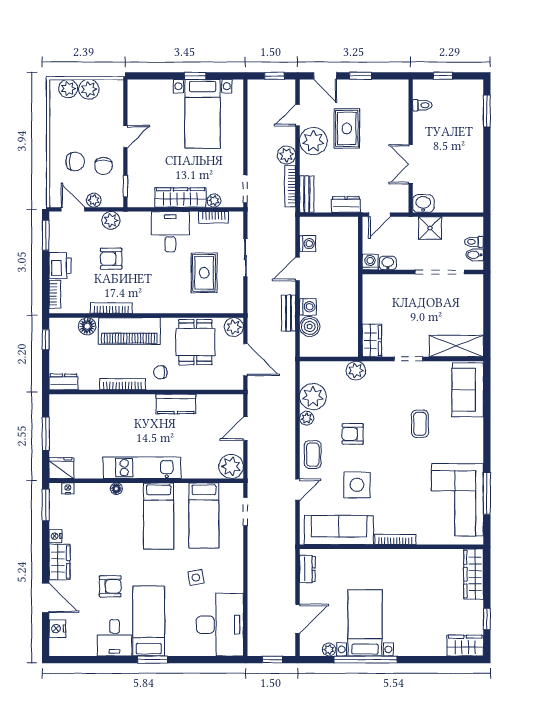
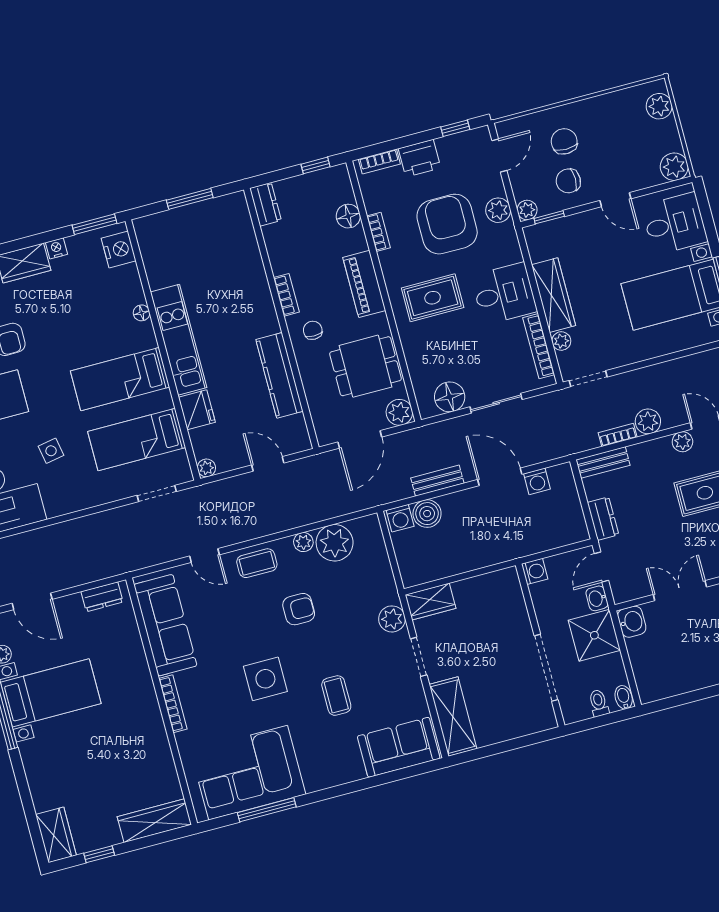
plant: (89, 89) -> (674, 167), moved
desk: (153, 100) -> (675, 224), added
plant: (313, 141) -> (682, 442), width x0.53, depth x0.53
chair: (75, 161) -> (564, 141), turned 180
bookcase: (290, 186) -> (618, 435), width x0.64
plant: (94, 200) -> (527, 210), moved
door: (379, 215) -> (601, 567), hinge flipped
bookcase: (213, 217) -> (539, 346), width x1.56
shower: (430, 228) -> (594, 635), width x1.36, depth x1.36
window: (46, 235) -> (455, 128), width x0.67
bidet: (475, 255) -> (624, 697), moved
armchair: (111, 259) -> (447, 224), width x1.88, depth x1.88
washbasin: (388, 263) -> (597, 598), moved, turned 180
door: (298, 269) -> (500, 477), width x1.38
rug: (204, 273) -> (433, 298), moved
floor lamp: (232, 289) -> (450, 397), added
washing machine: (308, 307) -> (400, 518), moved
bookcase: (111, 308) -> (378, 232), width x0.64
piano: (129, 331) -> (364, 284), width x0.73, depth x0.75
plant: (356, 371) -> (392, 619), moved
bookcase: (122, 384) -> (286, 295), width x0.64
kitchen counter: (176, 404) -> (279, 375), width x1.50
coffee table: (420, 424) -> (336, 696), turned 90
armchair: (353, 434) -> (299, 609), turned 90
plant: (231, 466) -> (206, 468), width x0.53, depth x0.53
fridge: (61, 468) -> (197, 410), moved
side table: (357, 485) -> (265, 679), moved
nightstand: (68, 488) -> (119, 249), width x1.89, depth x1.79

